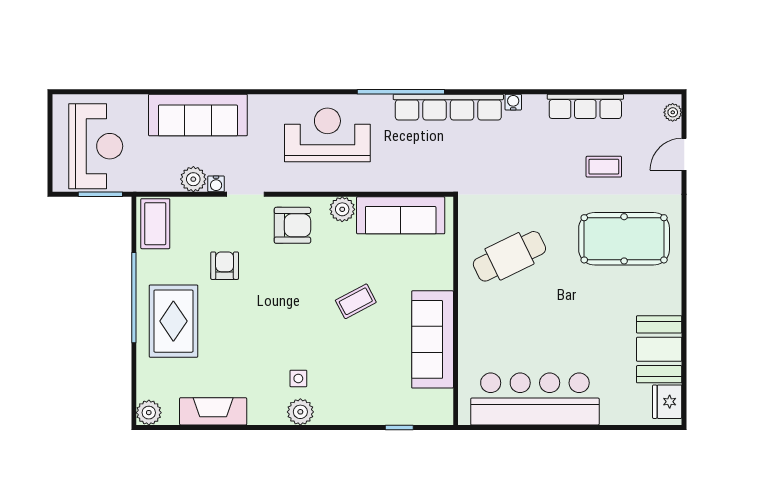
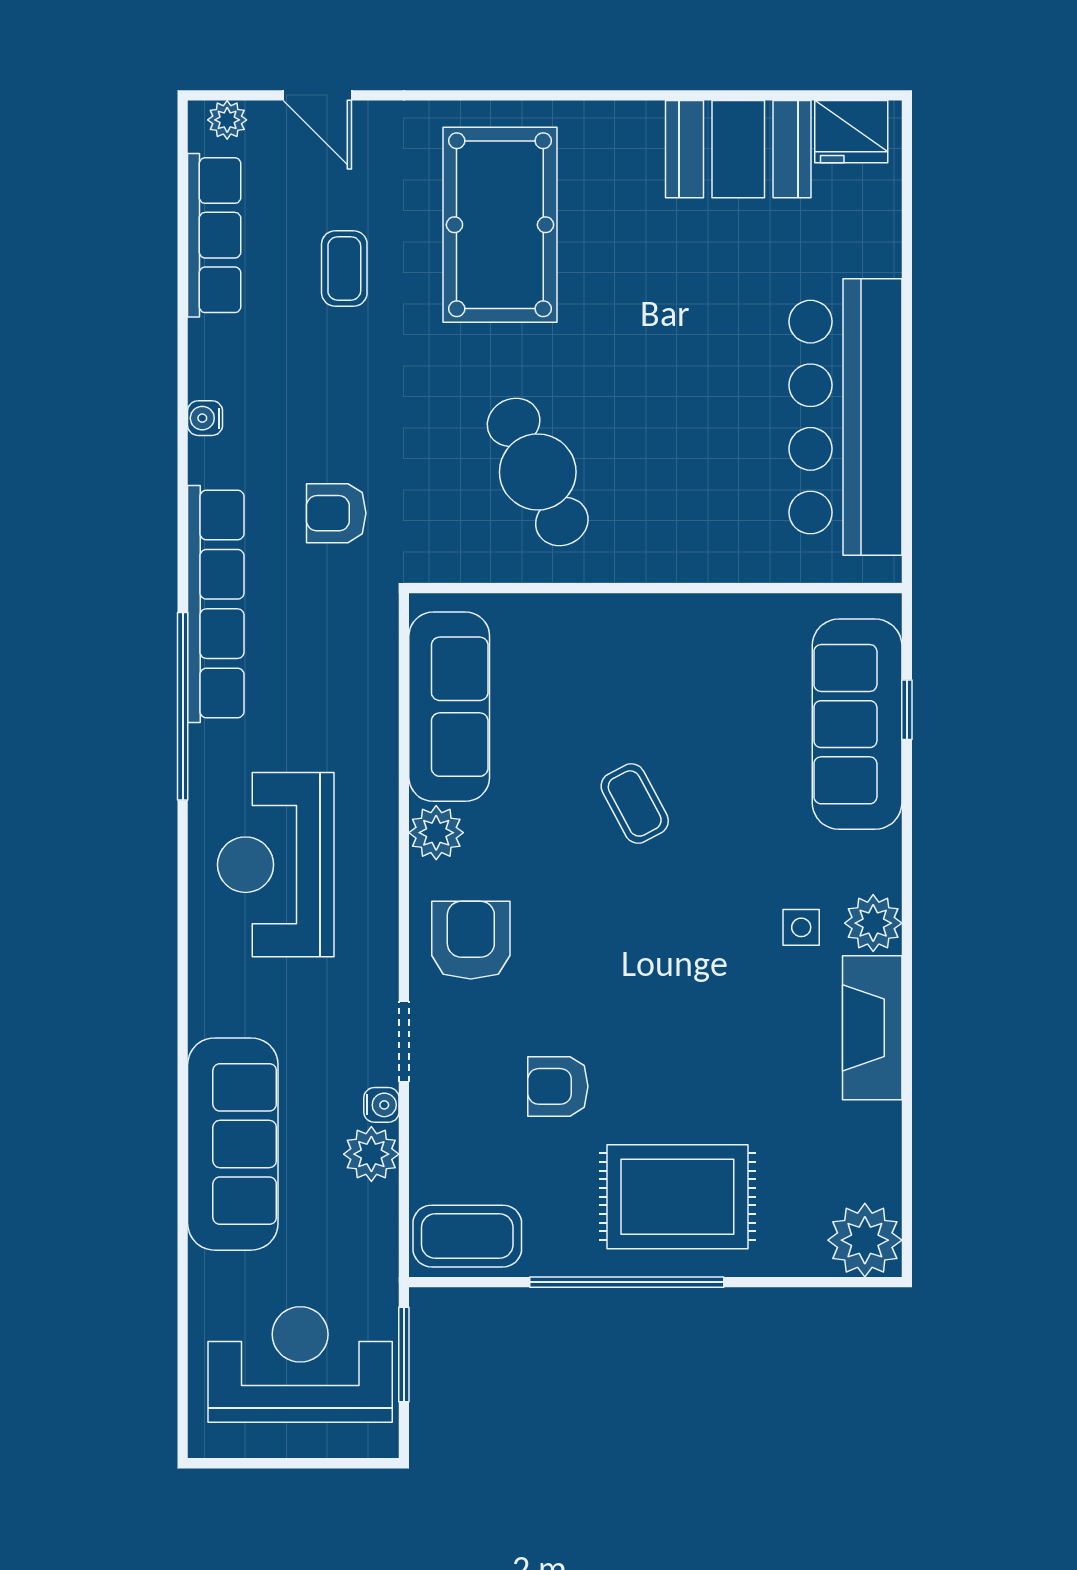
water cooler: (513, 102) -> (205, 418), moved
row of seats: (585, 106) -> (214, 235), moved
armchair: (490, 163) -> (336, 513), added
sofa: (433, 339) -> (857, 724), moved, turned 90
fireplace: (213, 411) -> (872, 1028), moved
plant: (149, 413) -> (865, 1240), width x1.36, depth x1.36

